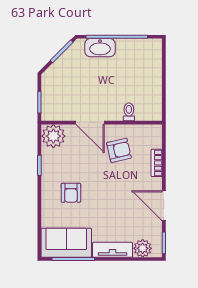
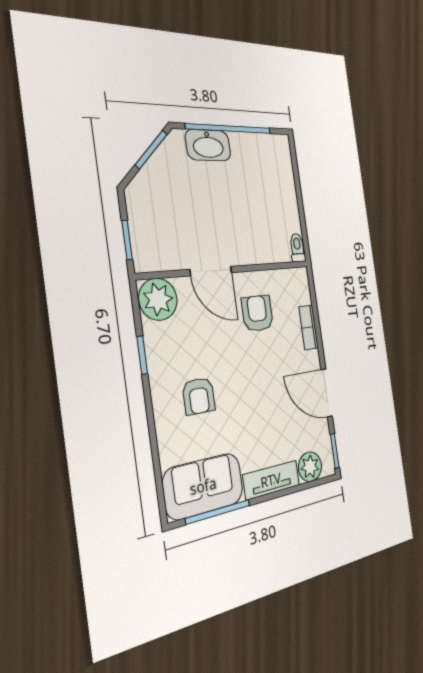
toilet: (129, 112) -> (297, 248), moved
armchair: (119, 150) -> (257, 313), turned -77

